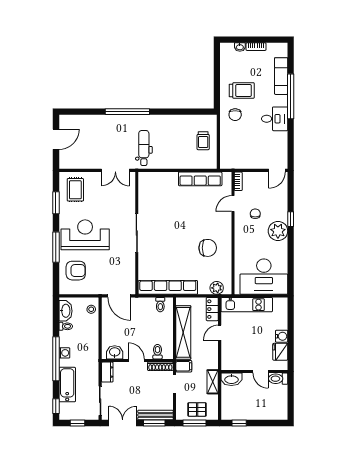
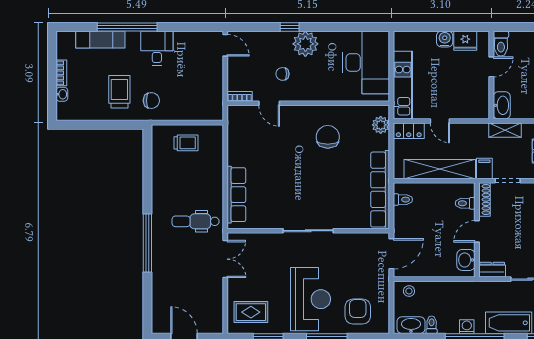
row of seats: (200, 179) -> (236, 195), moved
reception desk: (85, 235) -> (310, 299), turned 180

